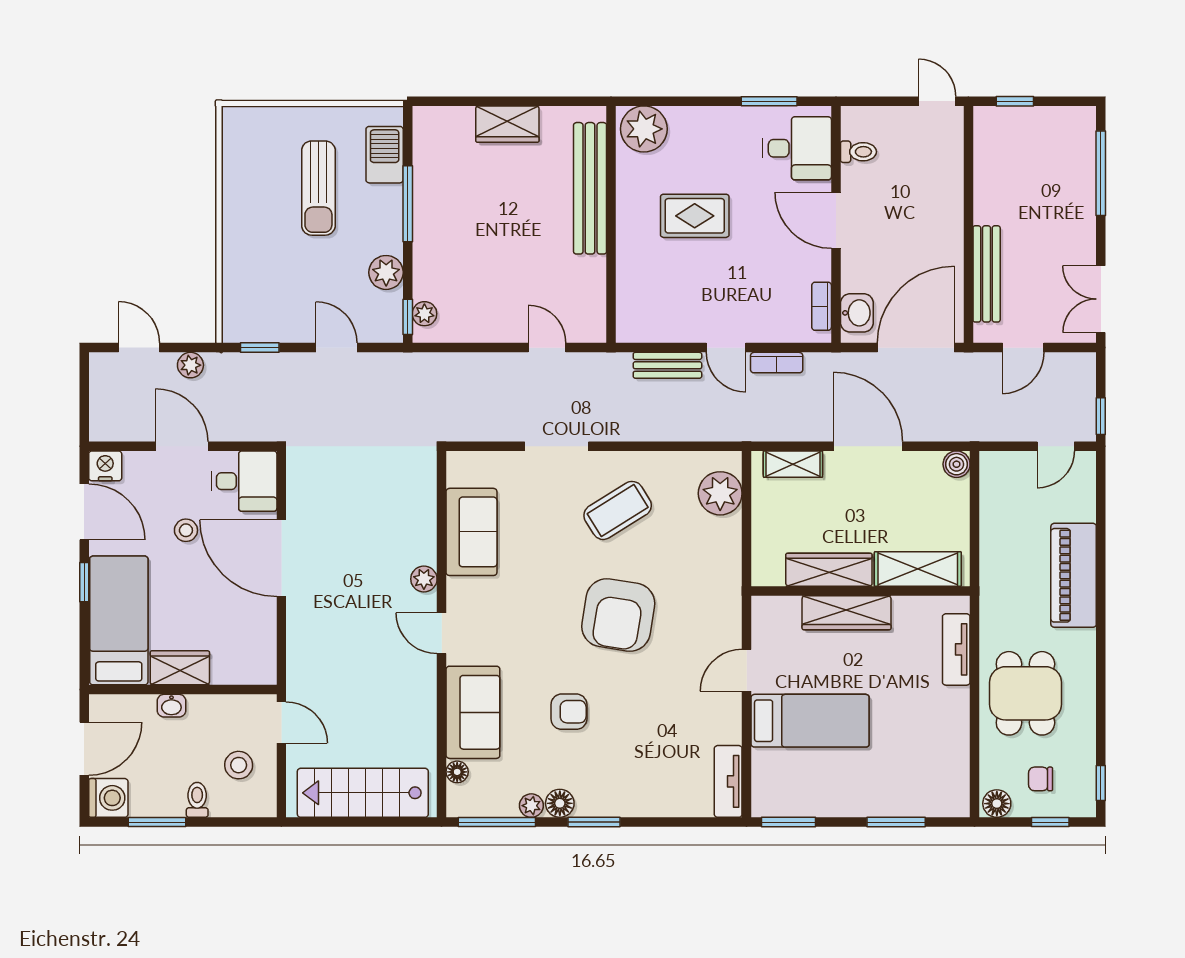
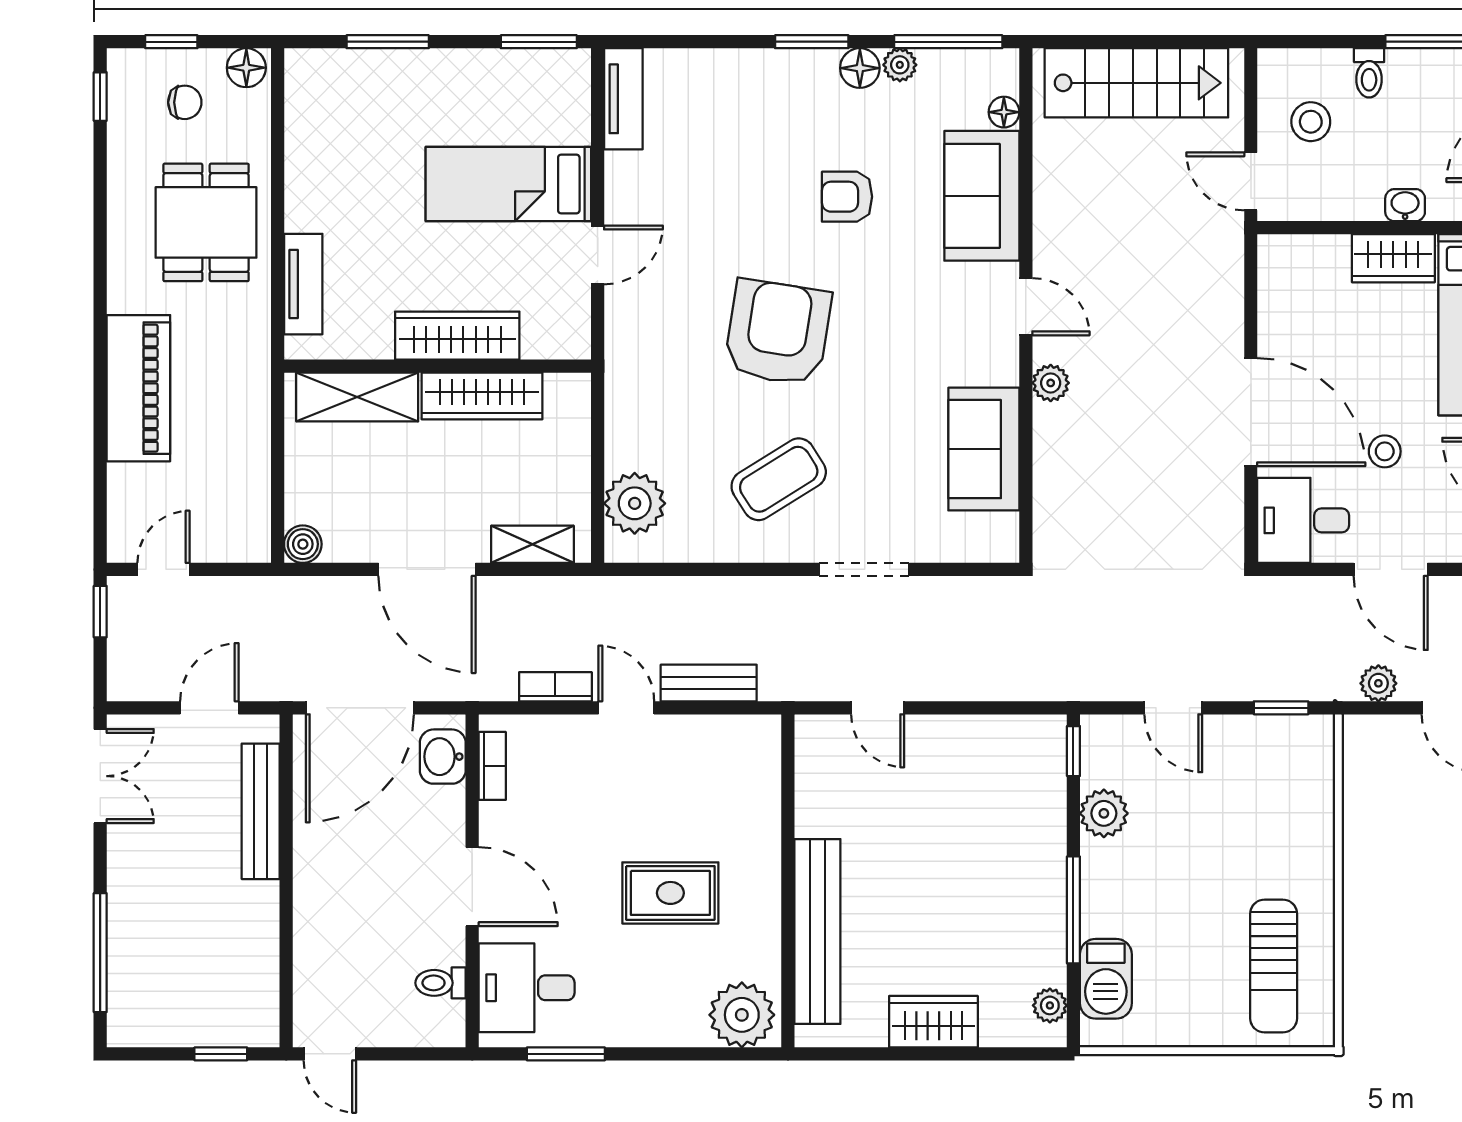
sun lounger: (318, 188) -> (1274, 966), moved, turned 180
plant: (424, 314) -> (1050, 1005), moved

